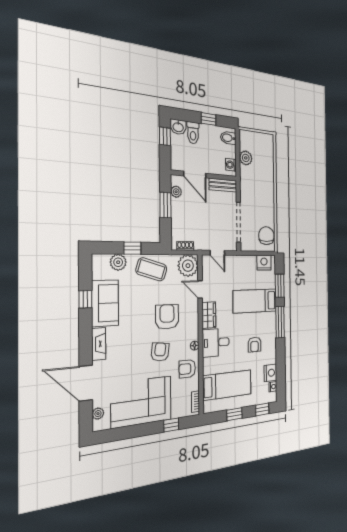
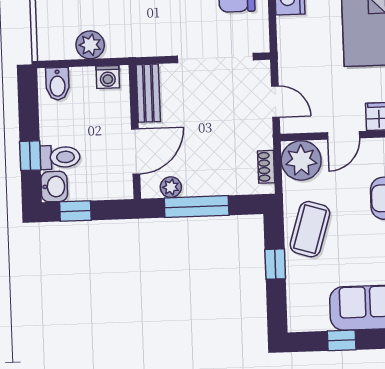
window: (209, 119) -> (30, 156), moved
window: (165, 205) -> (197, 207), width x1.44
door: (217, 253) -> (275, 102), hinge flipped
plant: (118, 262) -> (300, 288), removed
window: (85, 299) -> (342, 340), moved

